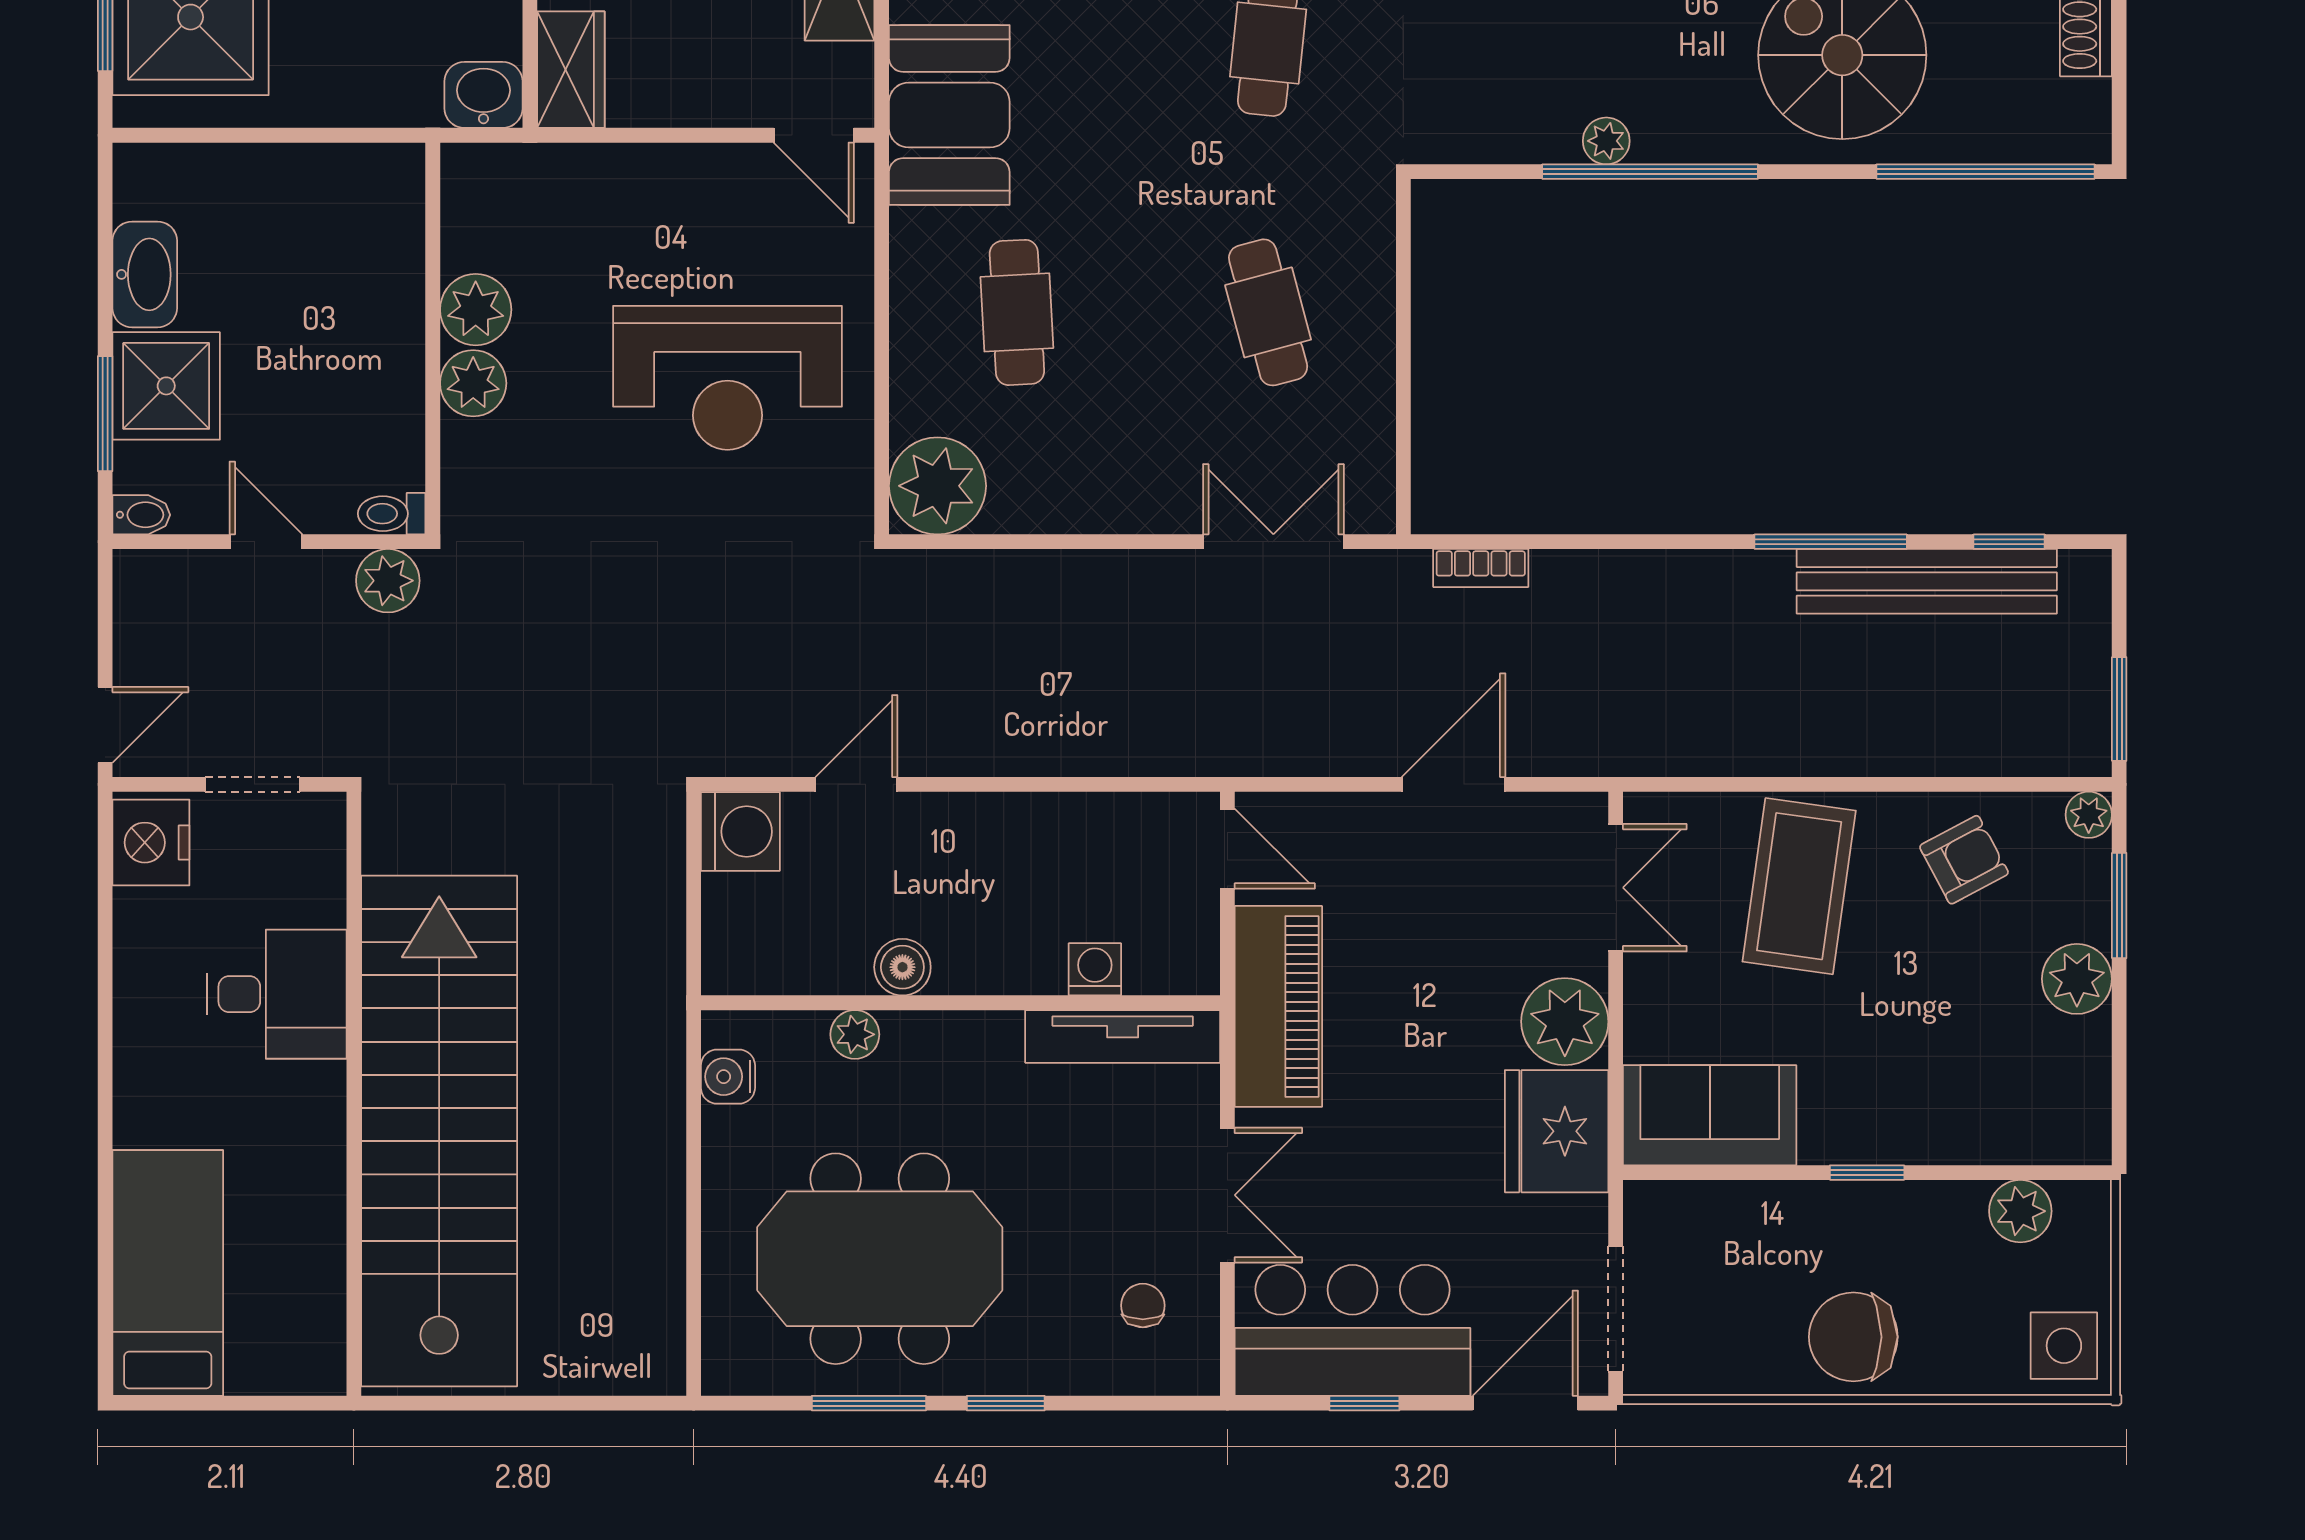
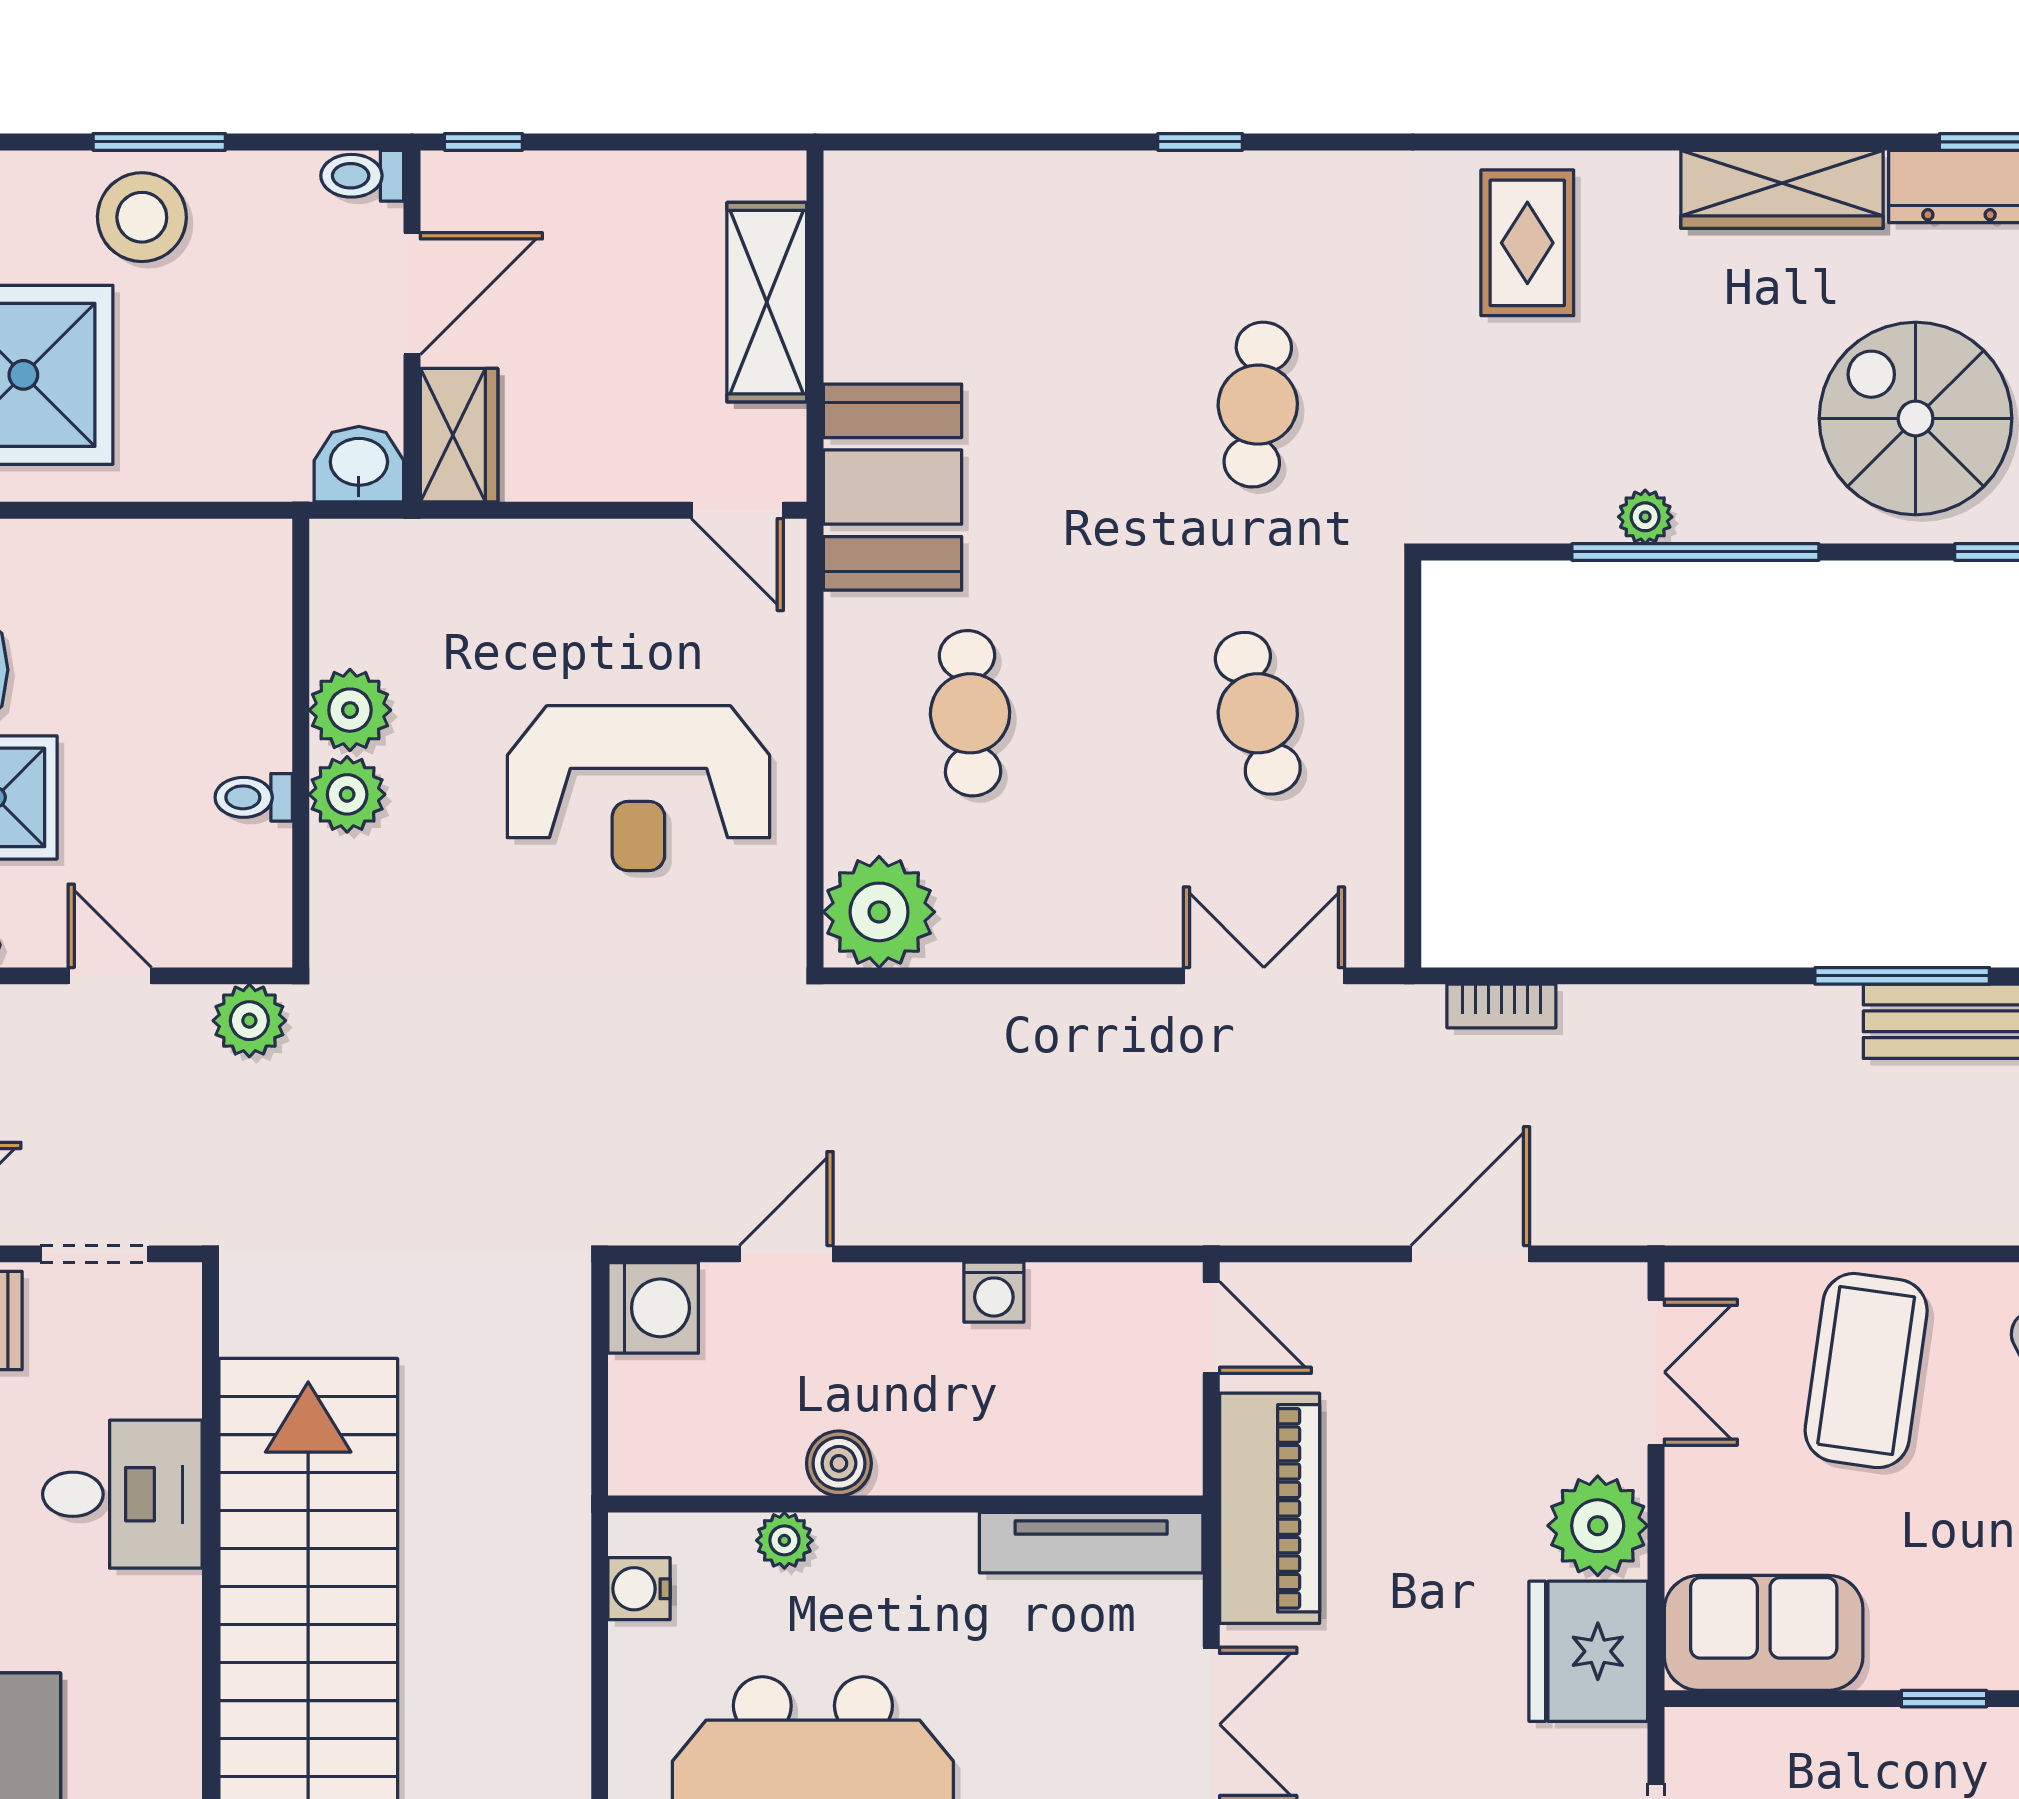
toilet: (392, 514) -> (254, 797), moved
washing machine: (1095, 969) -> (994, 1292), moved, turned 180

